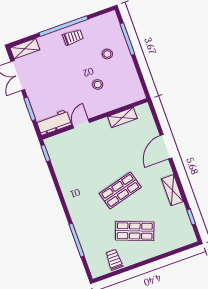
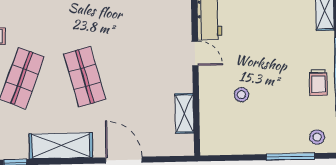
stool: (107, 54) -> (317, 137), moved
shelving: (172, 190) -> (61, 146), width x1.50, depth x1.33

